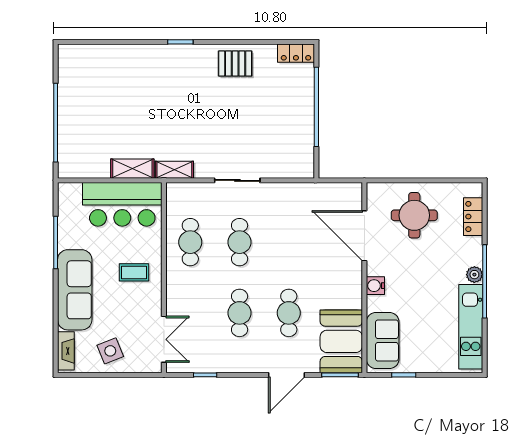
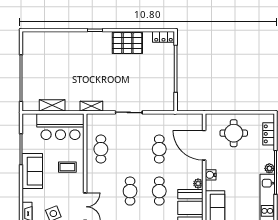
pallet: (235, 64) -> (127, 43), width x1.50, depth x1.42
shelving: (132, 169) -> (52, 105), moved
cafe table: (240, 242) -> (159, 149), moved
sofa: (75, 290) -> (32, 171), width x0.73
plant: (354, 300) -> (198, 184), added

